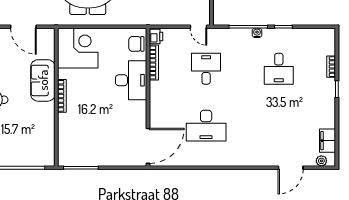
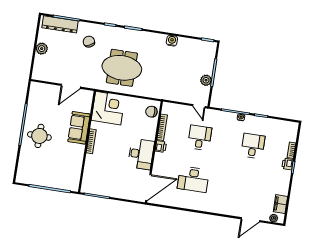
door: (23, 27) -> (71, 86), hinge flipped
printer: (156, 37) -> (161, 147), moved
desk: (279, 69) -> (253, 146), turned 180
desk: (131, 80) -> (141, 154), moved
printer: (329, 86) -> (287, 164), added

